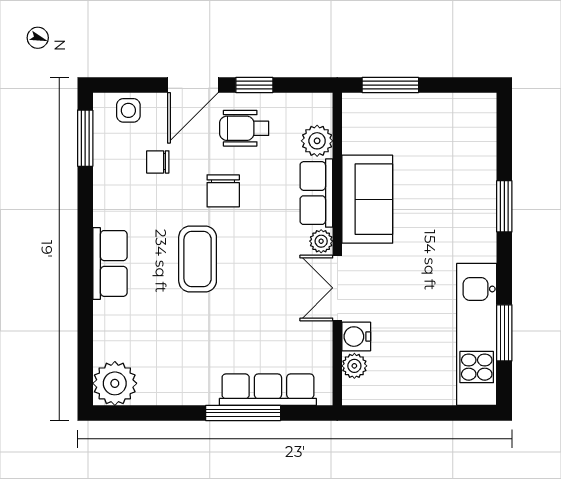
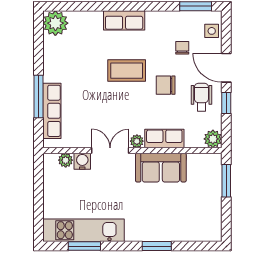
plant: (317, 141) -> (213, 139), moved

